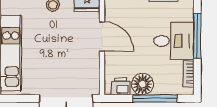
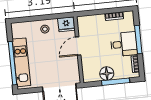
door: (102, 36) -> (78, 46), swing flipped
printer: (121, 86) -> (93, 76), removed

